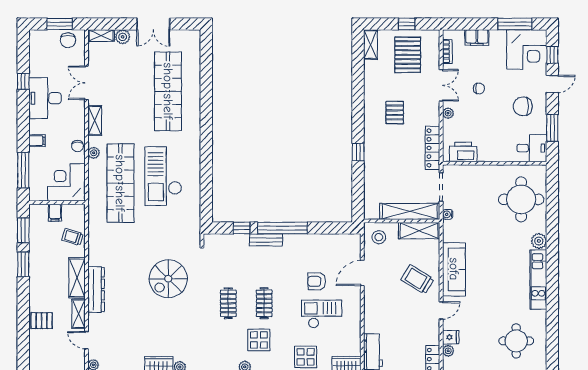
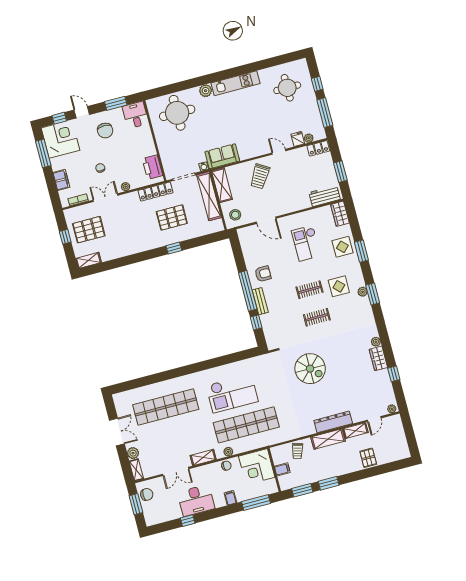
pallet: (395, 113) -> (172, 218), moved, width x1.50, depth x1.42
sofa: (454, 269) -> (222, 156), moved, width x0.73
armchair: (317, 281) -> (263, 274), moved, turned -90

